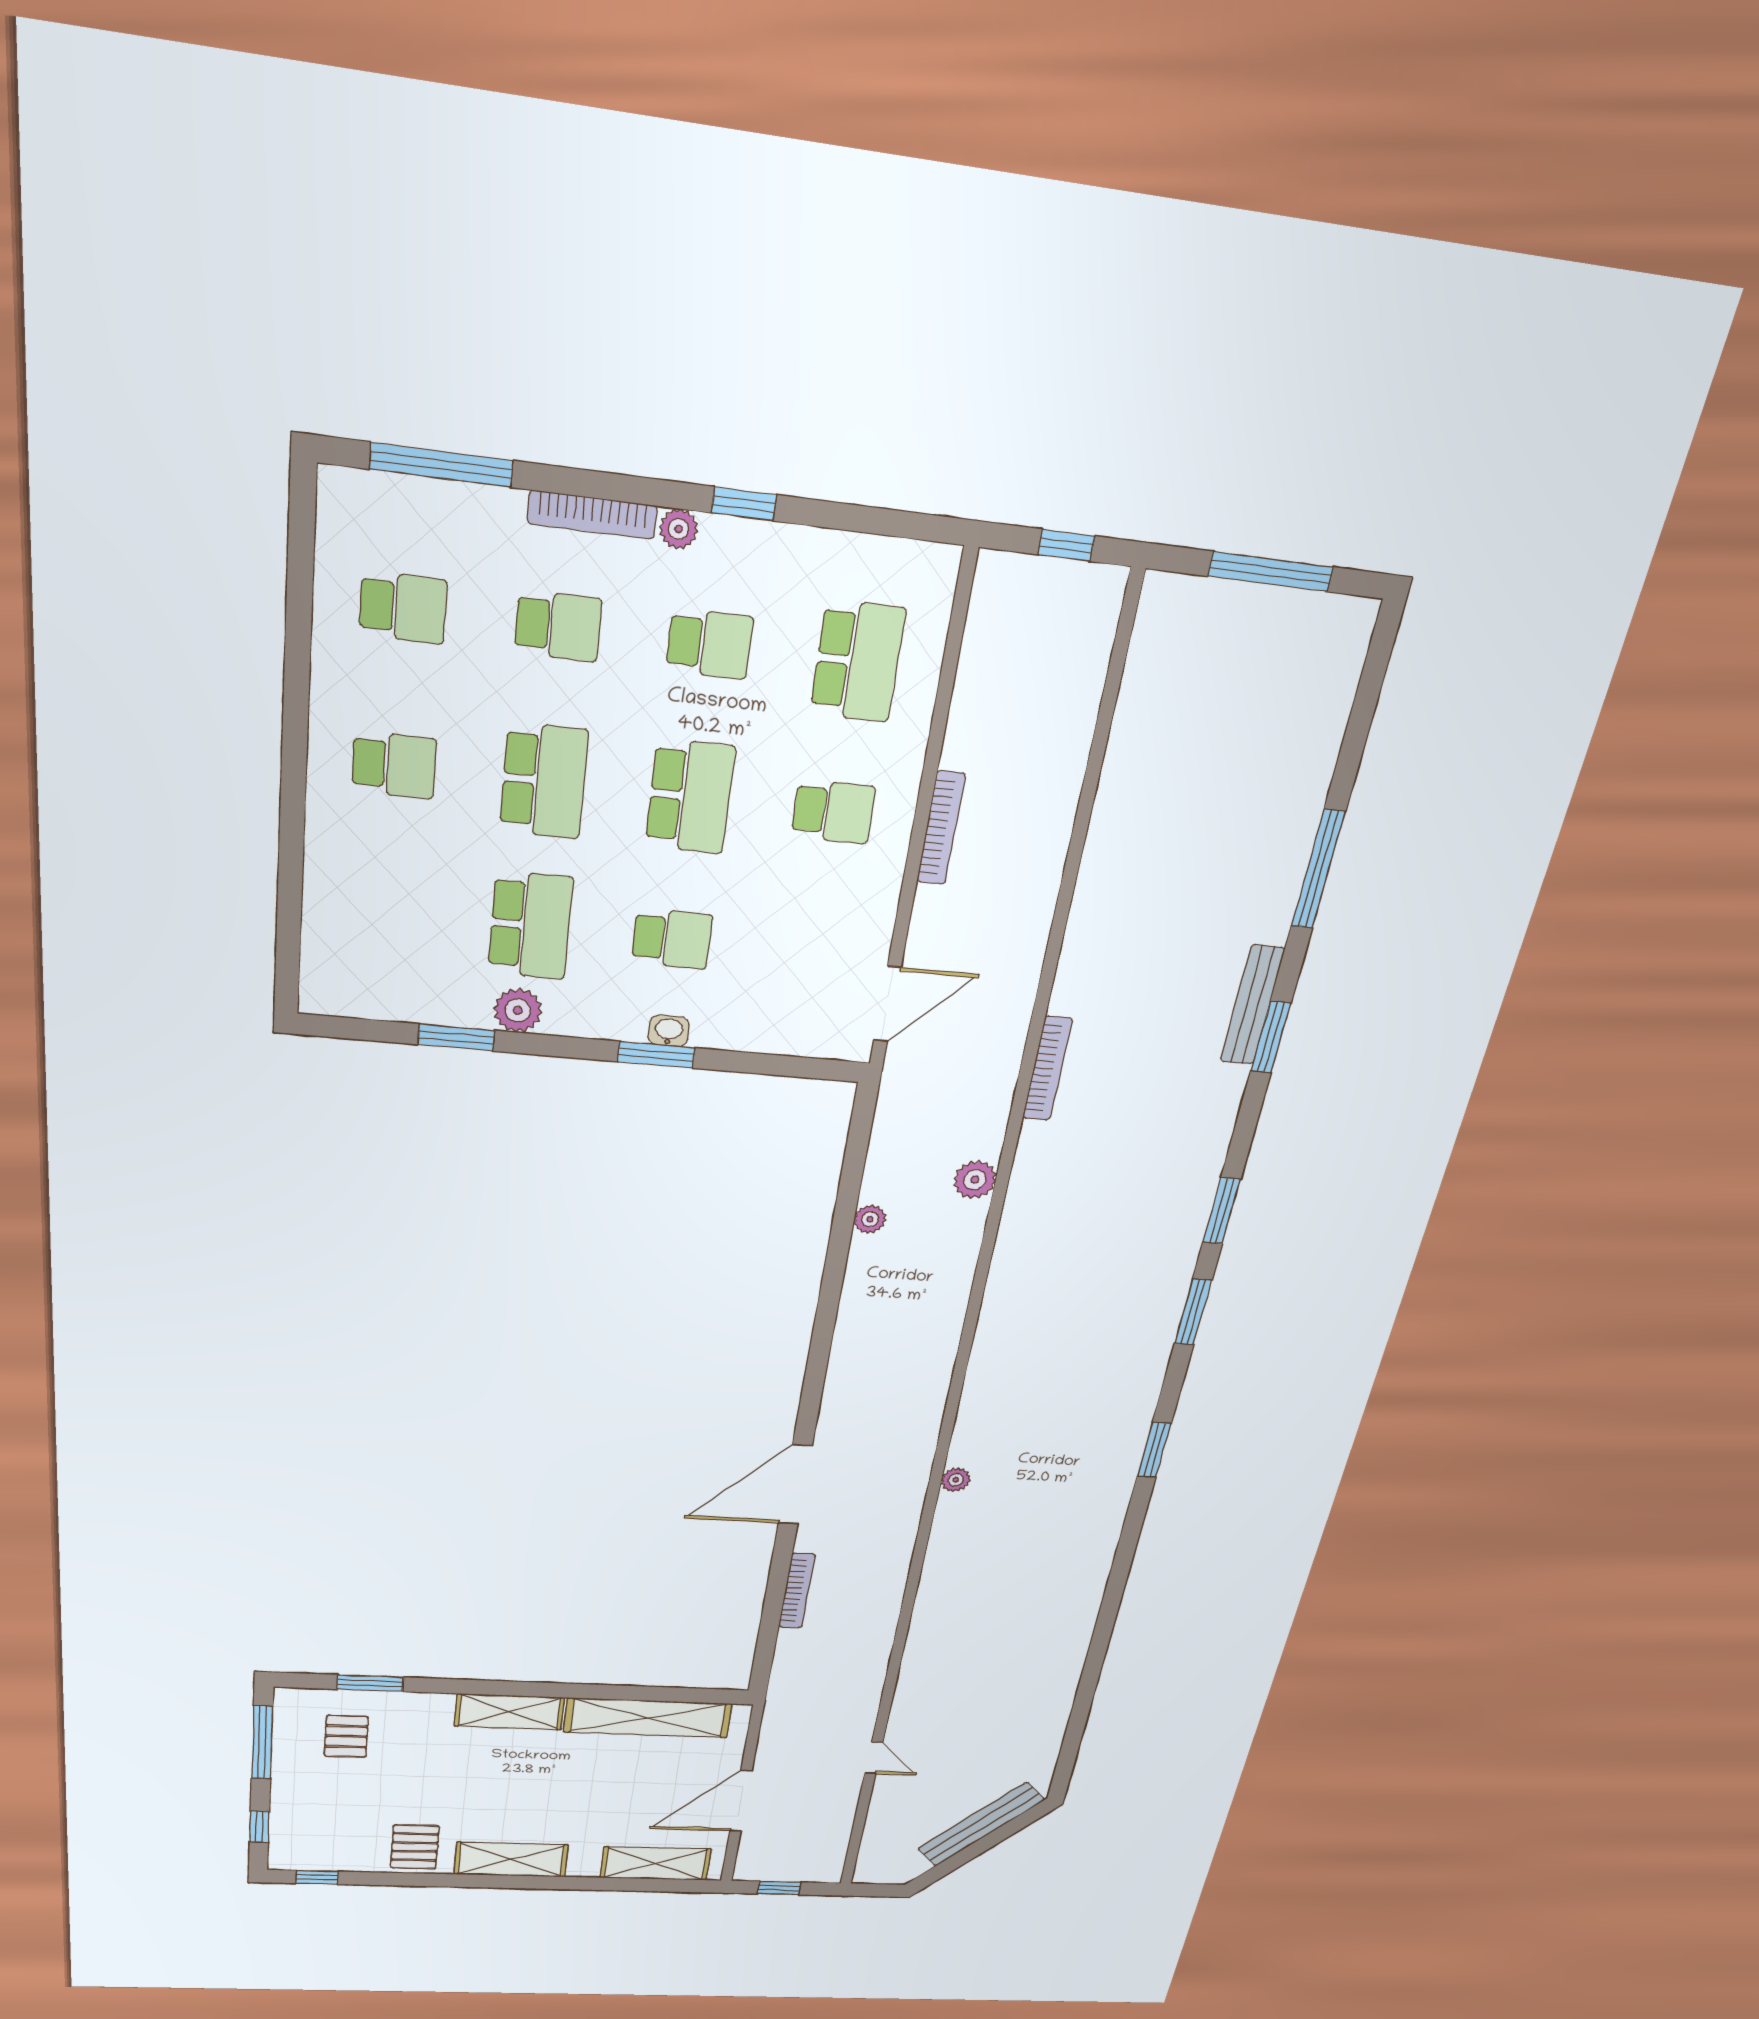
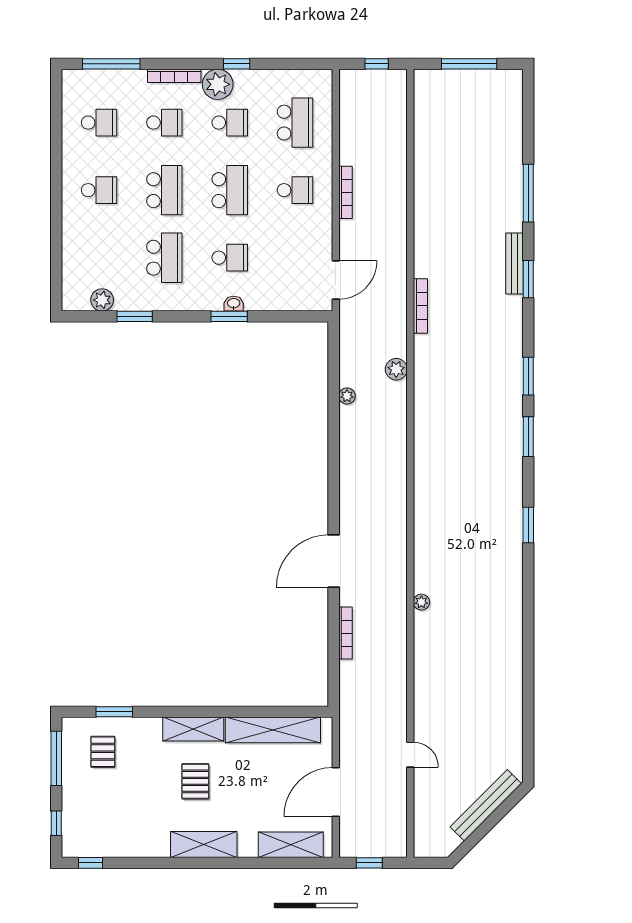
plant: (679, 529) -> (218, 84), width x1.88, depth x1.88
plant: (518, 1010) -> (102, 300), moved
plant: (956, 1480) -> (421, 602), moved
pallet: (415, 1847) -> (195, 781), moved

